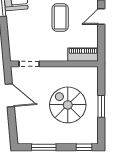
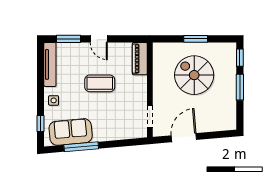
spiral stairs: (68, 105) -> (194, 75), turned 90
window: (44, 147) -> (240, 87), moved

